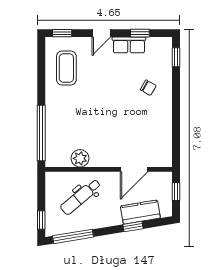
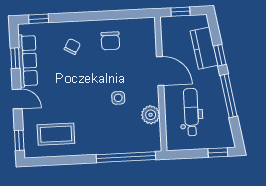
row of seats: (129, 45) -> (28, 61), width x1.48
chair: (152, 124) -> (110, 41), added
side table: (98, 129) -> (118, 98), added
door: (134, 169) -> (160, 71), moved
dental chair: (81, 197) -> (191, 112), turned -140
window: (73, 236) -> (229, 96), moved

